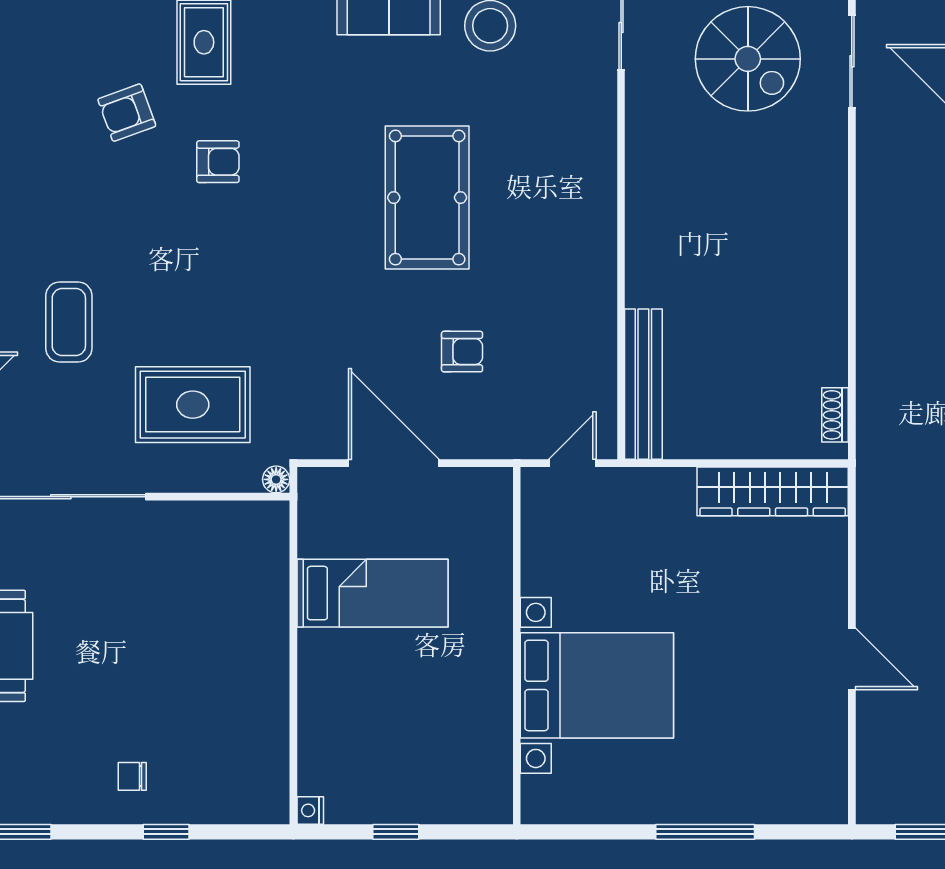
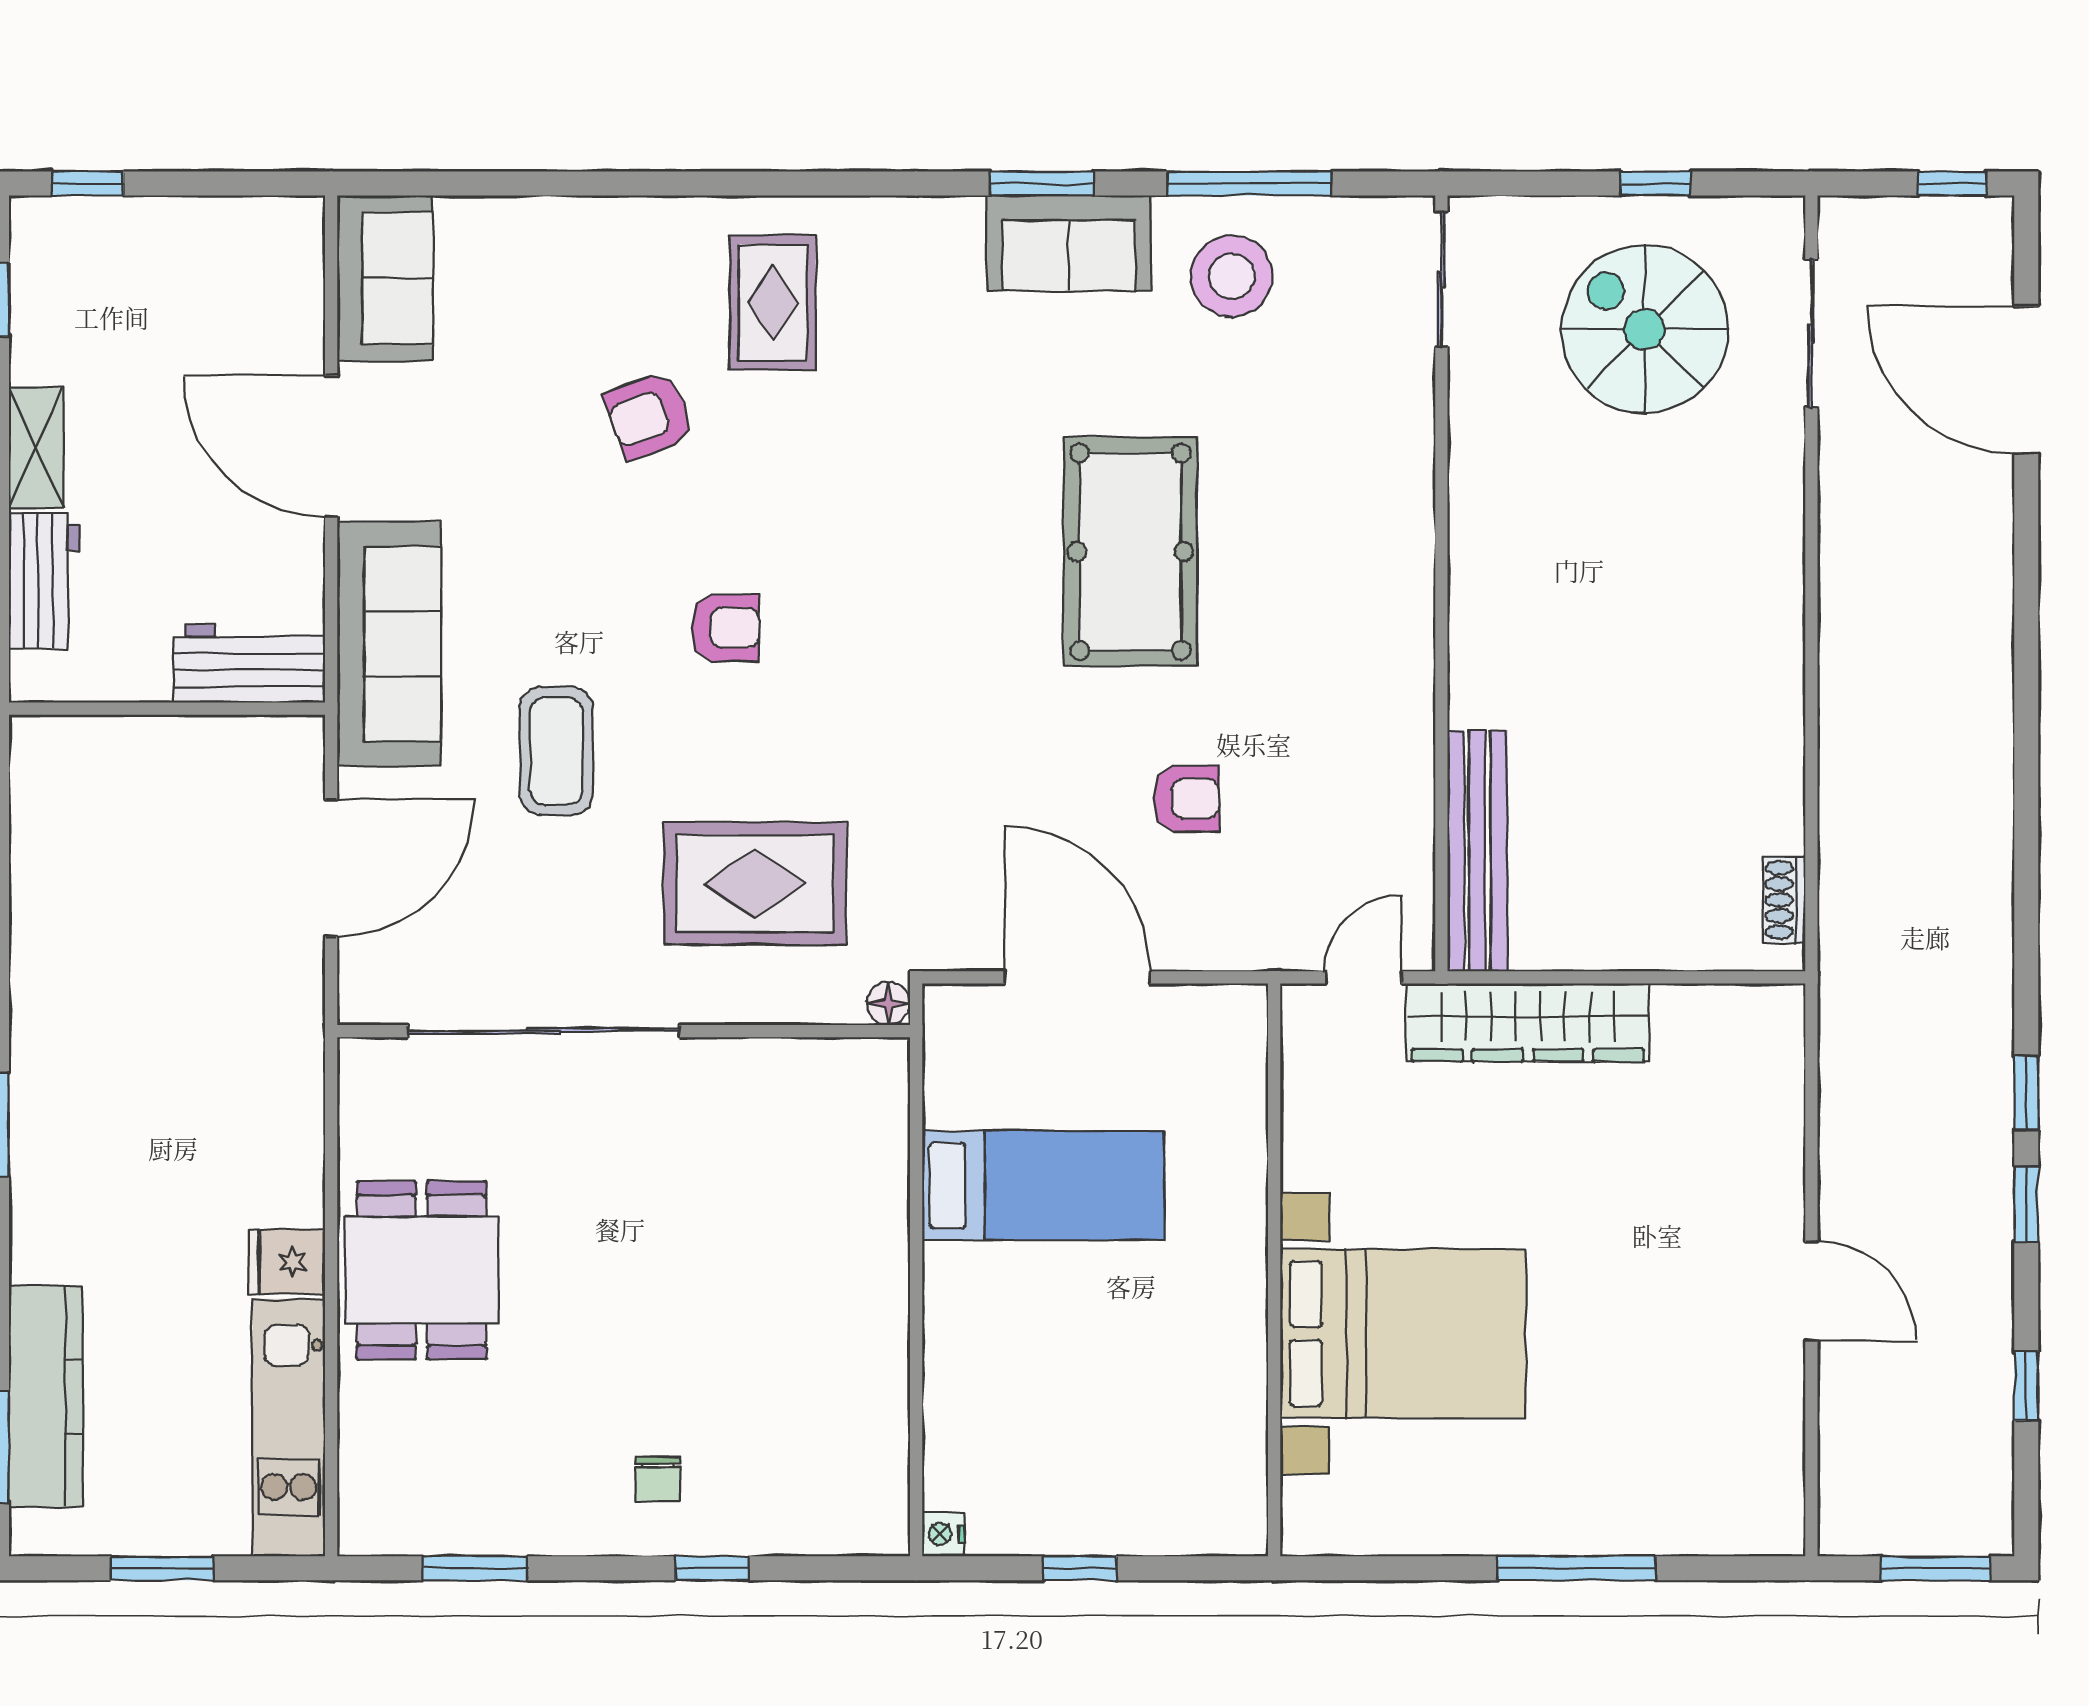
spiral stairs: (748, 59) -> (1645, 329), turned 180
armchair: (218, 162) -> (725, 628), moved
wardrobe: (773, 491) -> (1528, 1022), moved
chair: (132, 776) -> (658, 1479), turned -90

